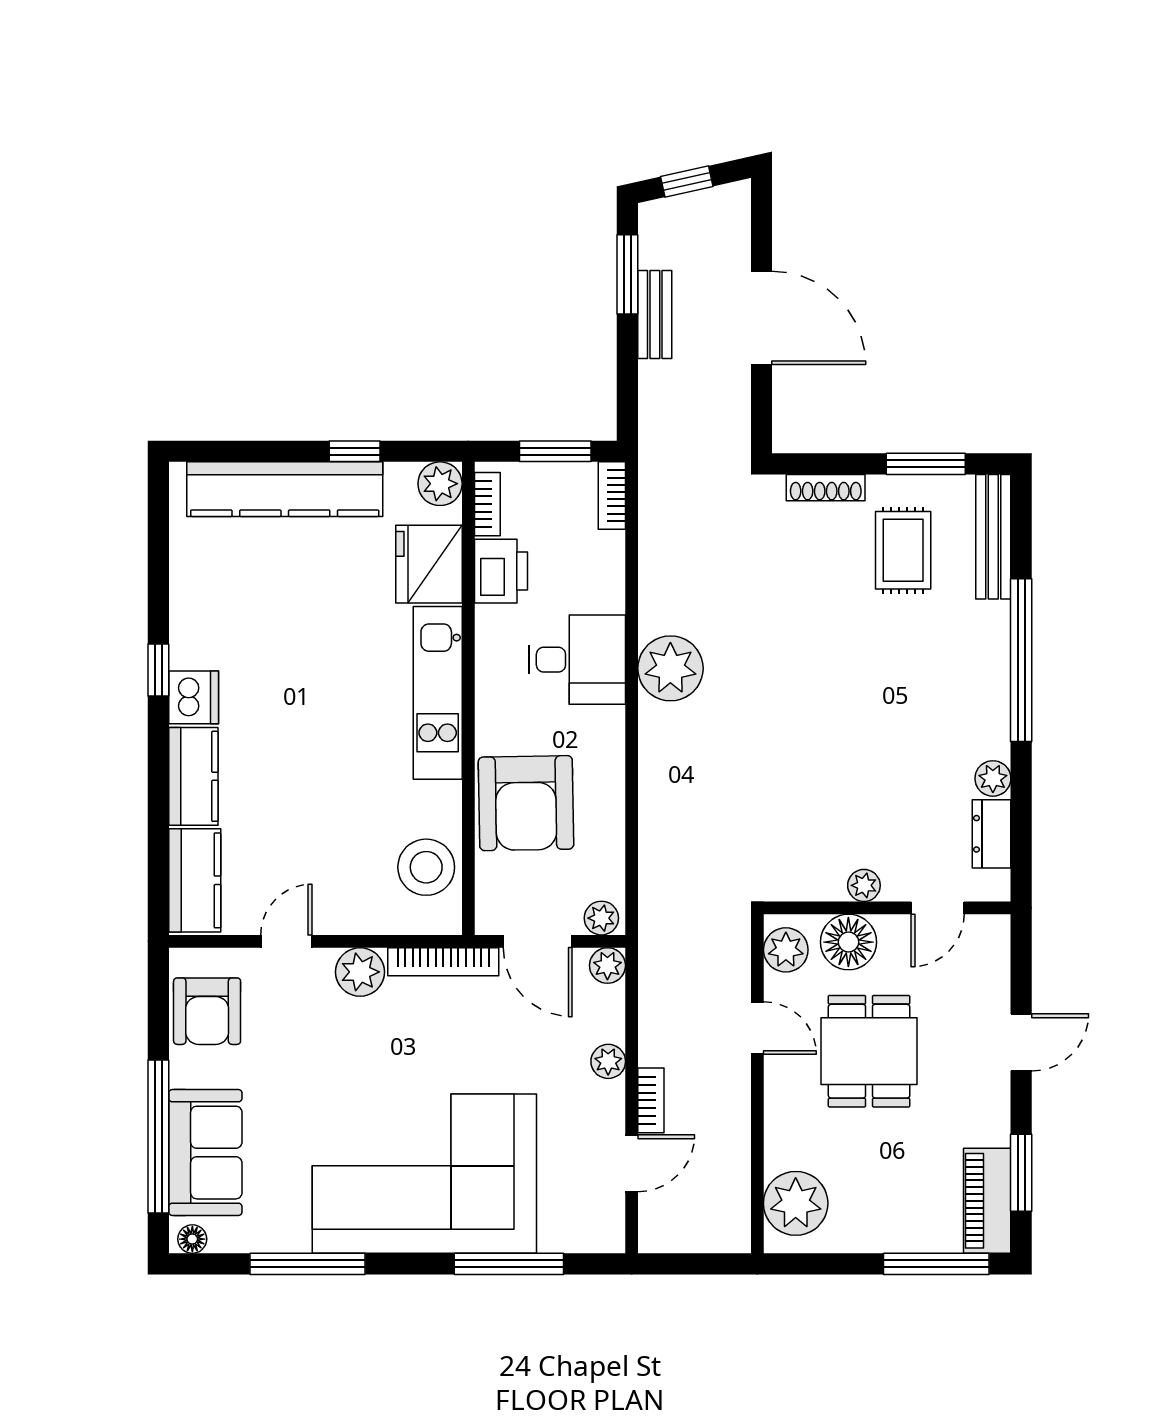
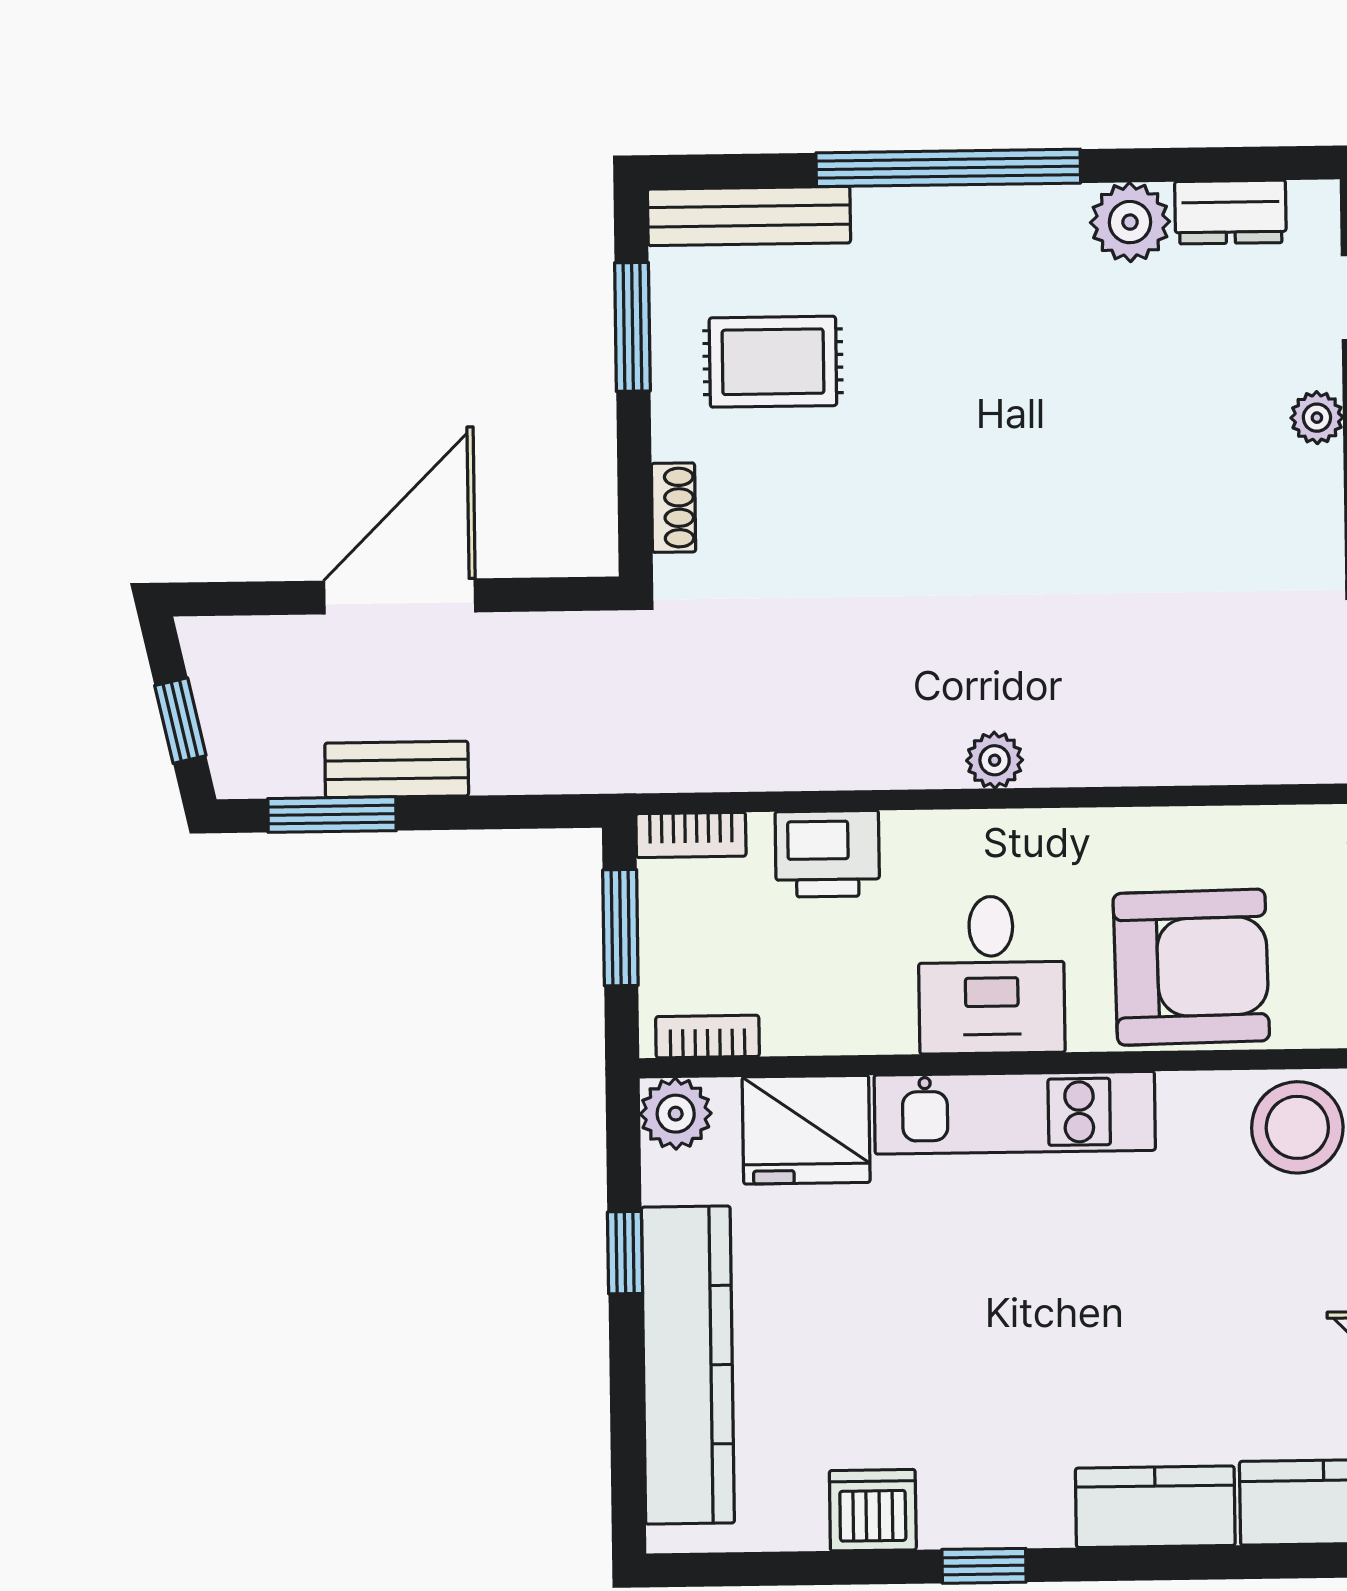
shoe rack: (826, 488) -> (674, 508), width x0.70
printer: (501, 571) -> (827, 854), moved, turned 180
desk: (577, 660) -> (991, 975), moved, turned 180
plant: (670, 668) -> (995, 760), width x0.53, depth x0.53
dishwasher: (194, 697) -> (873, 1510), moved
plant: (993, 778) -> (1130, 222), width x1.38, depth x1.38

